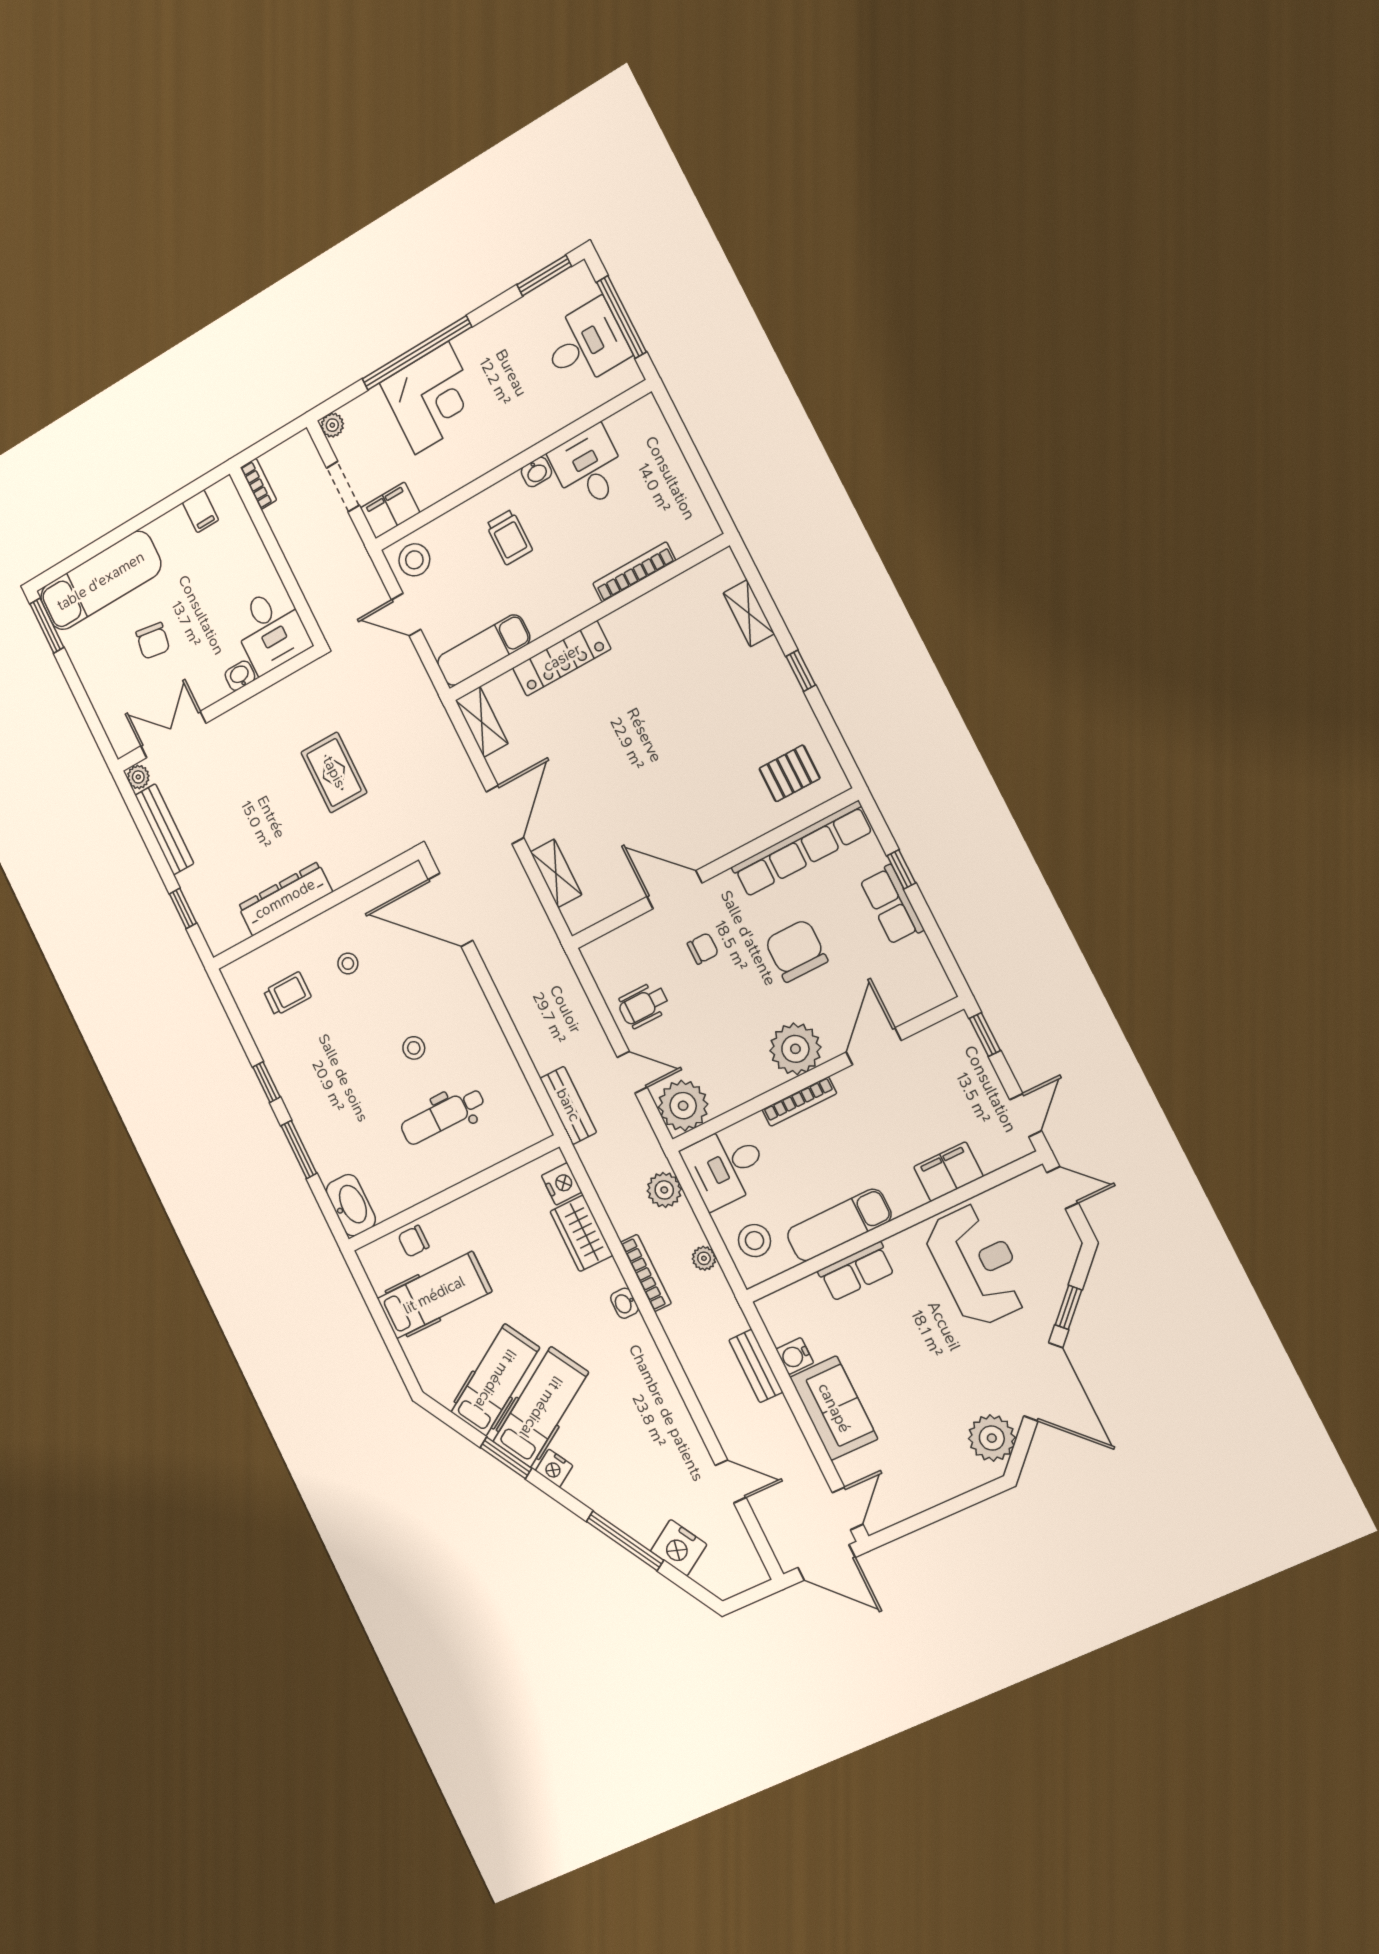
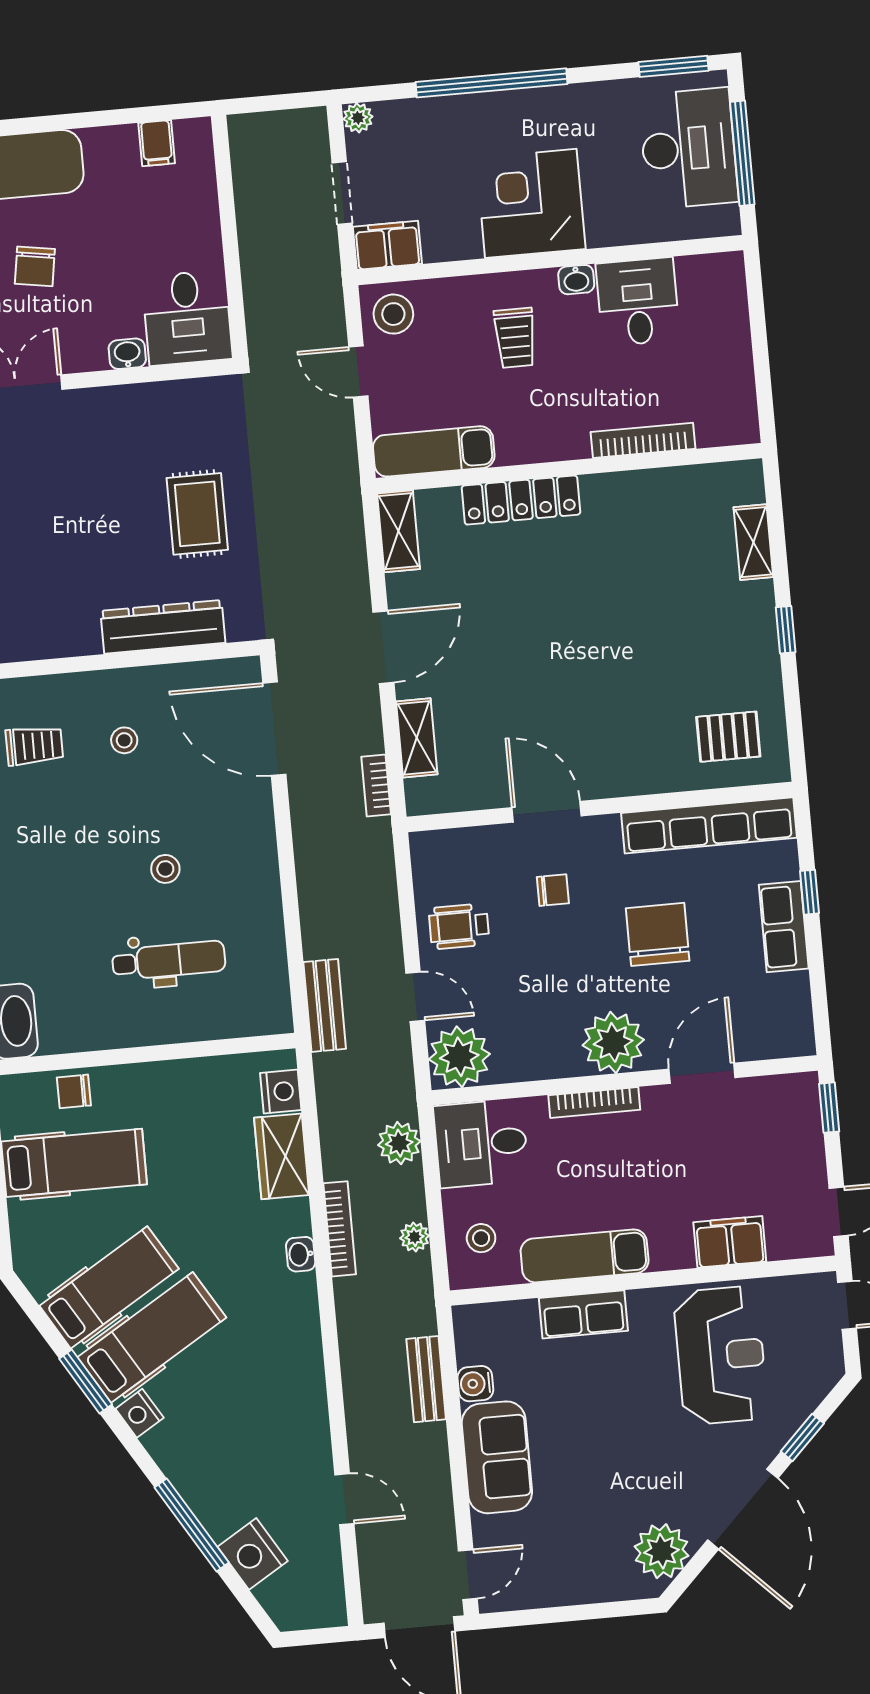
desk: (586, 344) -> (688, 148), width x1.37
corner desk: (432, 398) -> (531, 203), moved, turned 180
bookcase: (258, 484) -> (376, 785), moved, turned 180
dresser: (285, 899) -> (163, 627), moved
dental chair: (443, 1116) -> (169, 960), turned 180
stool: (755, 1241) -> (481, 1238), width x0.73, depth x0.73

